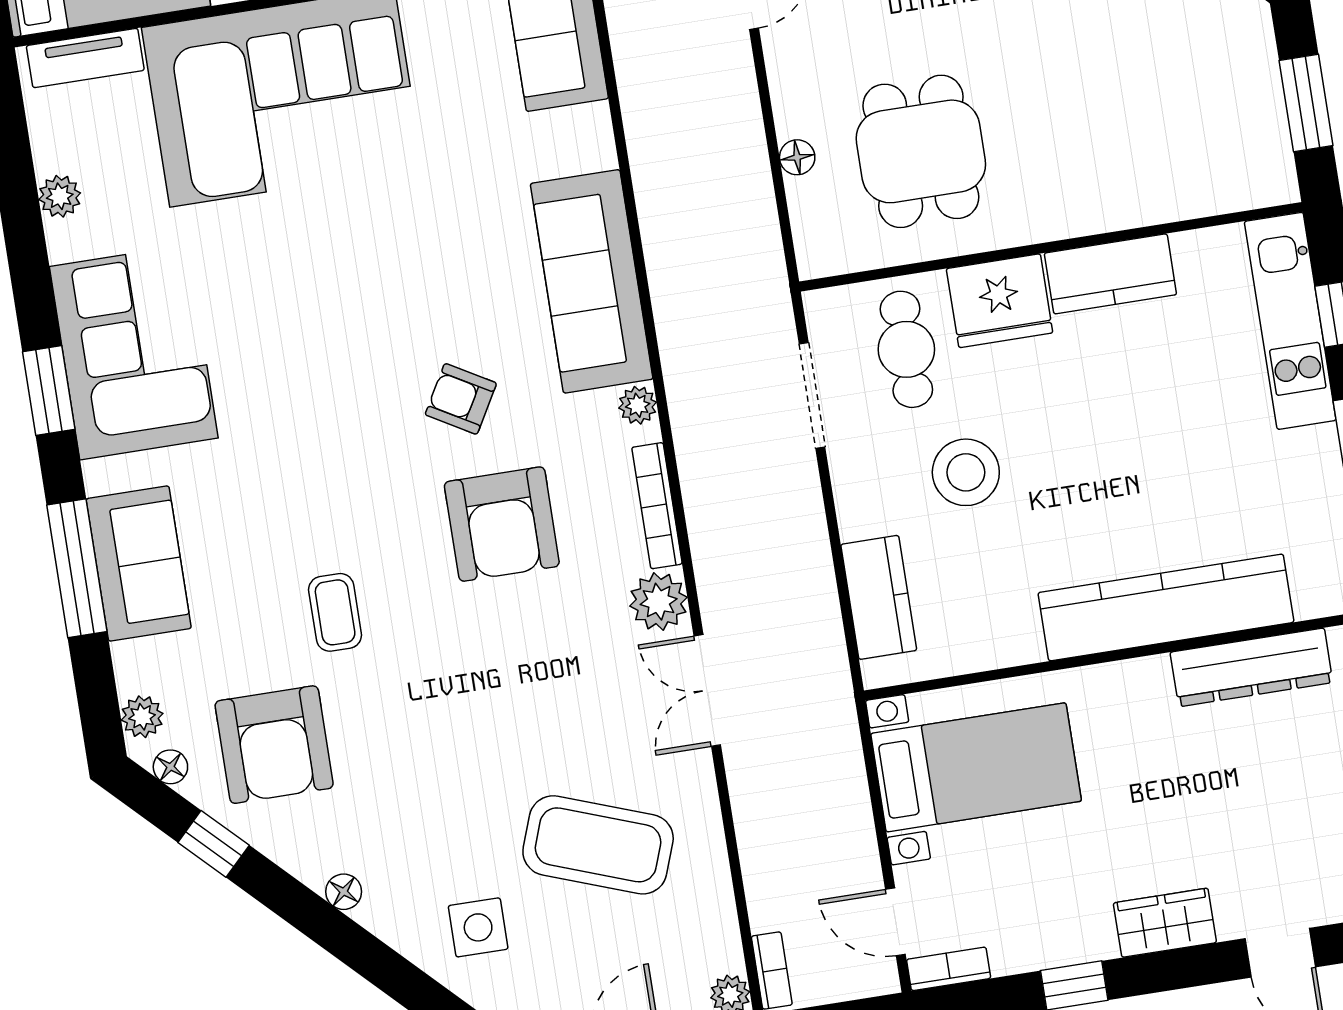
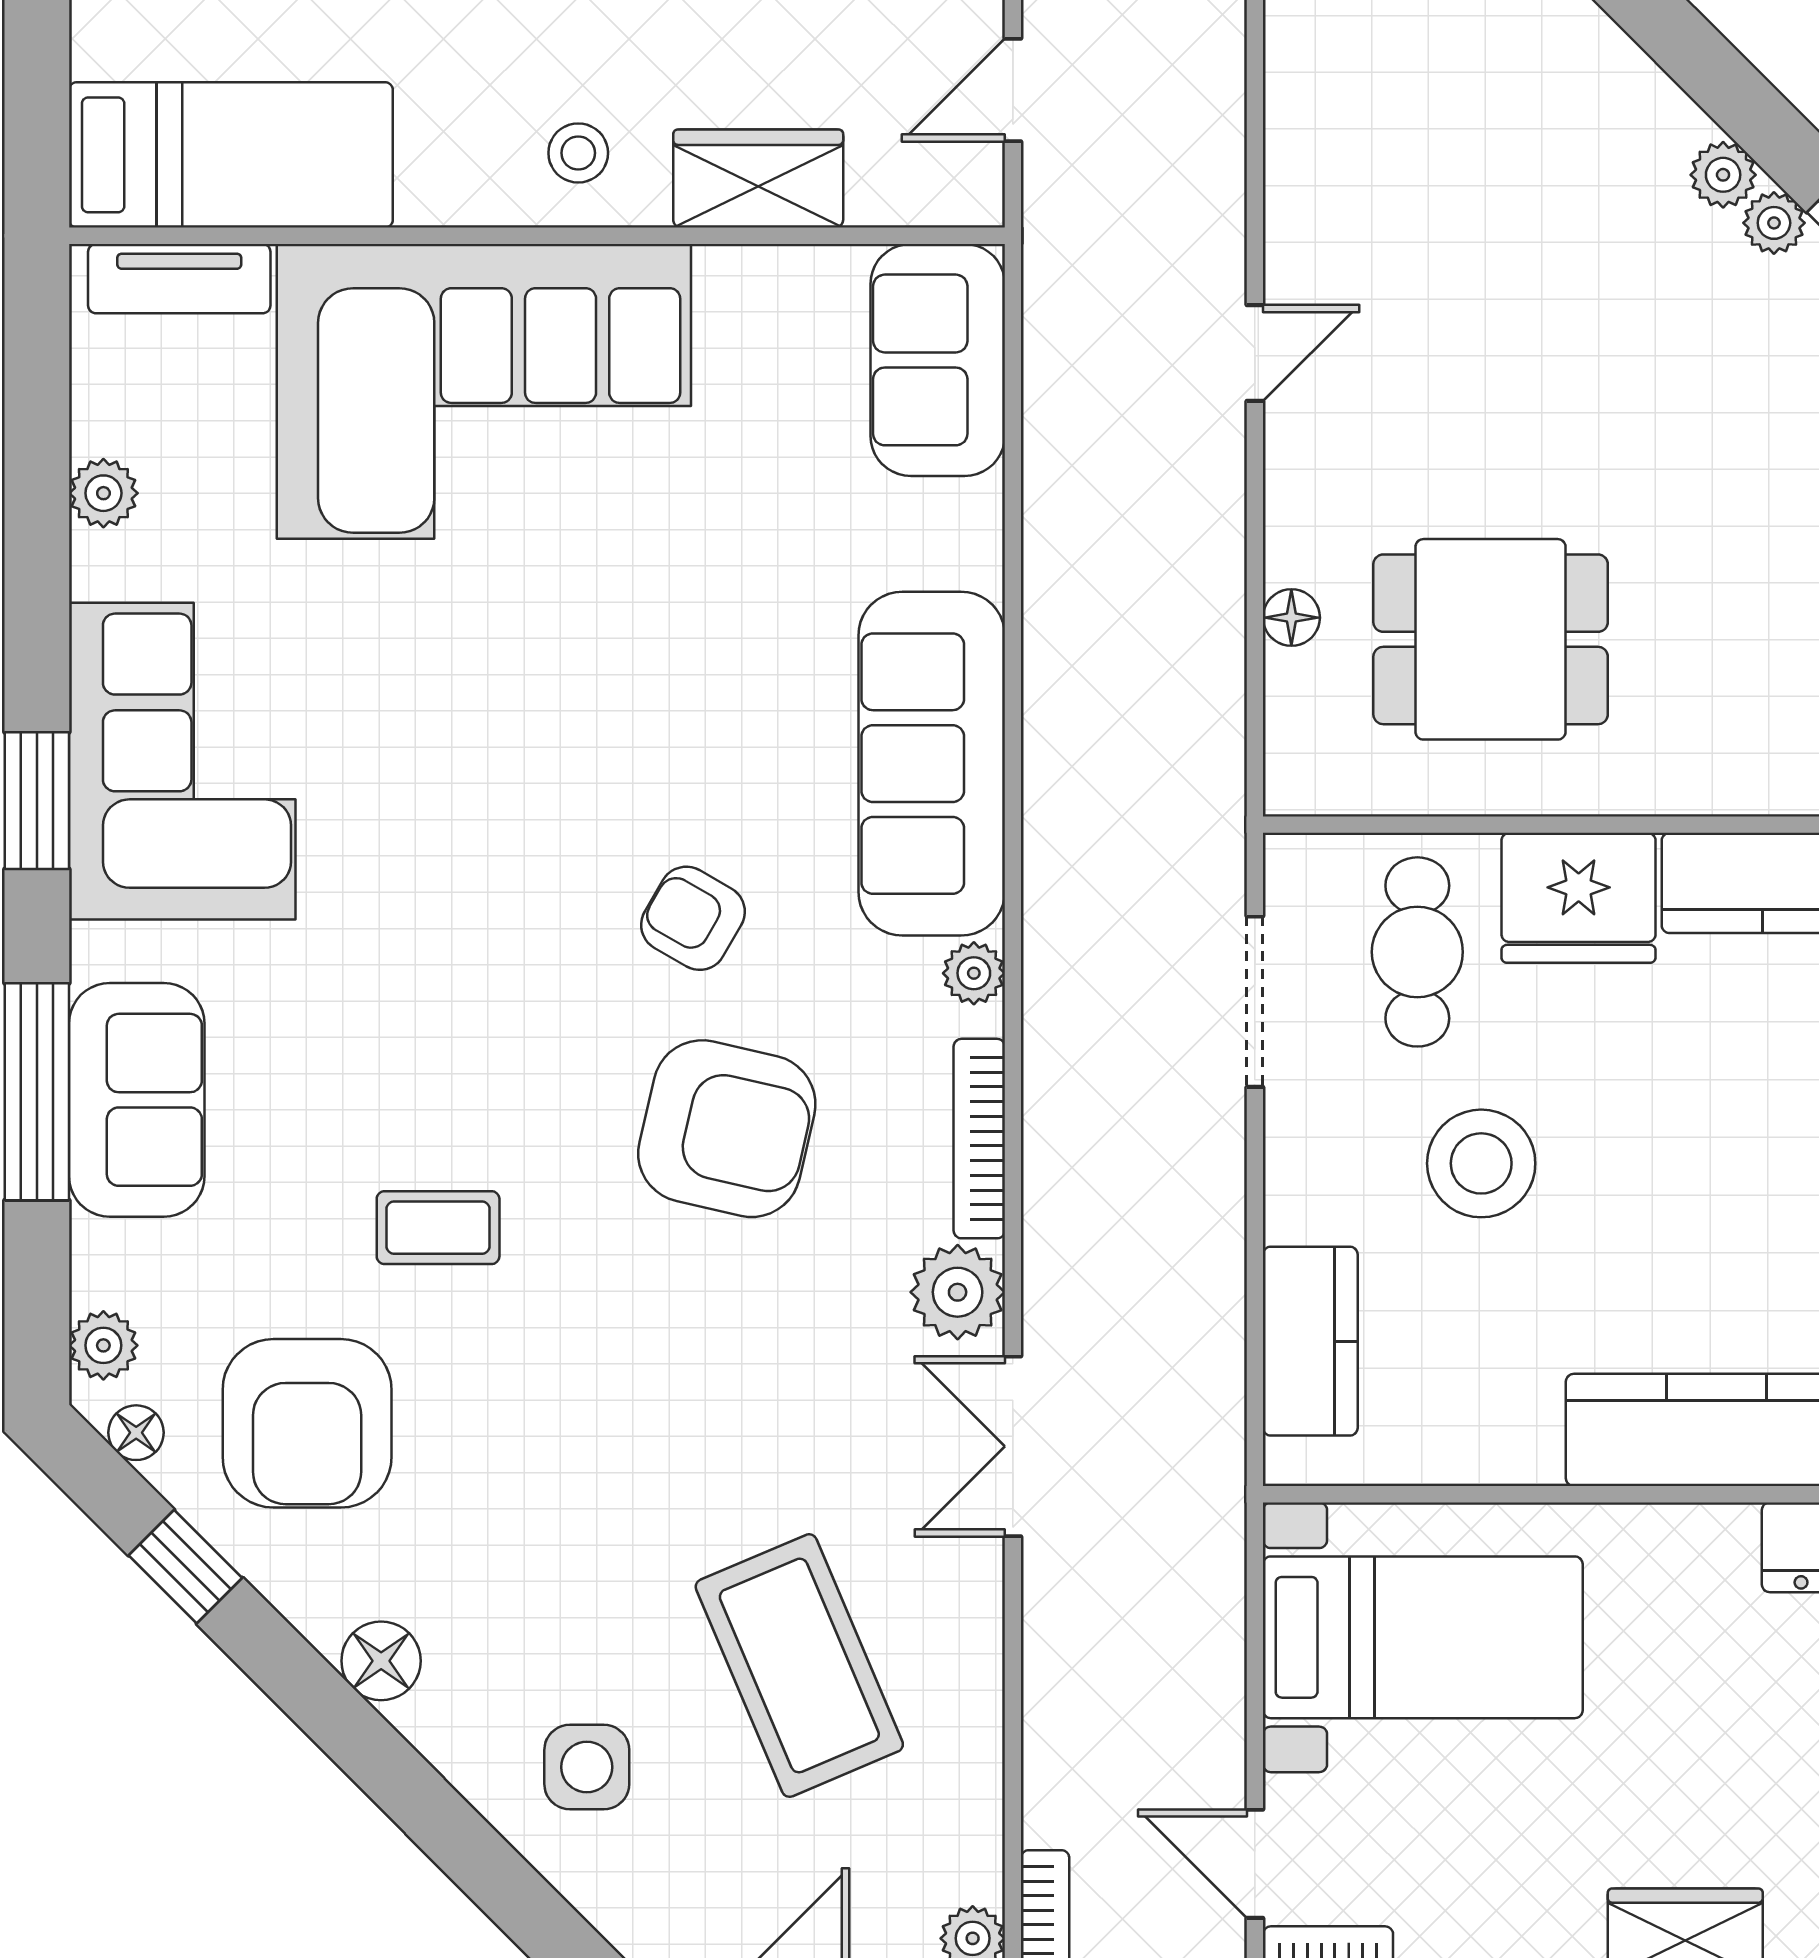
dining table: (921, 151) -> (1491, 639), turned 90
armchair: (502, 524) -> (727, 1129), turned -77
coffee table: (335, 612) -> (438, 1228), turned 90
coffee table: (598, 845) -> (799, 1666), turned 47
floor lamp: (344, 892) -> (381, 1661), width x1.37, depth x1.37

